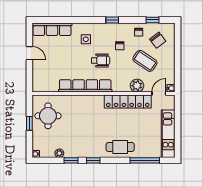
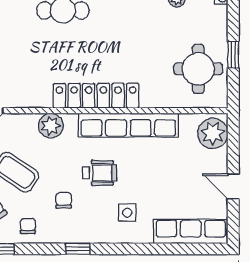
wheelchair: (101, 60) -> (100, 173), turned 180
plant: (40, 82) -> (213, 133), added
plant: (137, 86) -> (51, 126), moved
locker: (128, 102) -> (96, 96), moved

